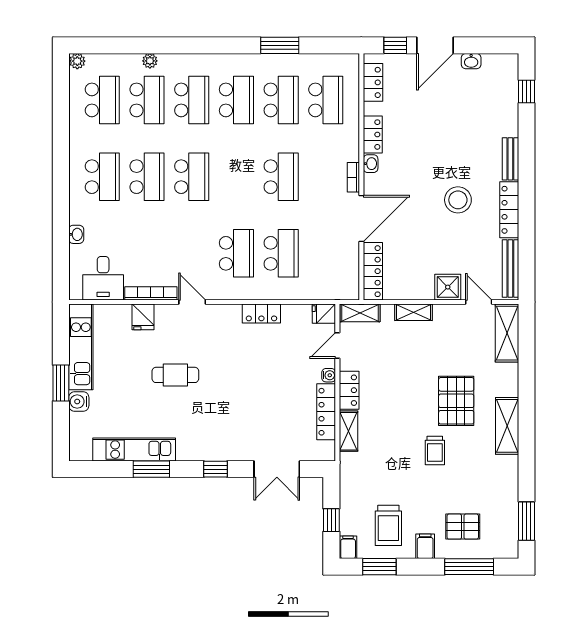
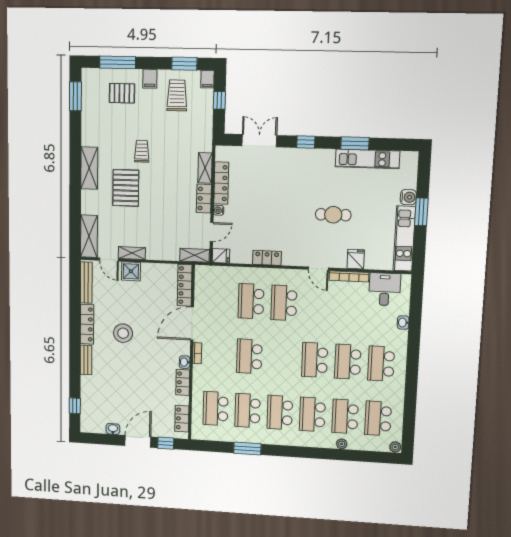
shelving: (414, 312) -> (132, 253), moved

